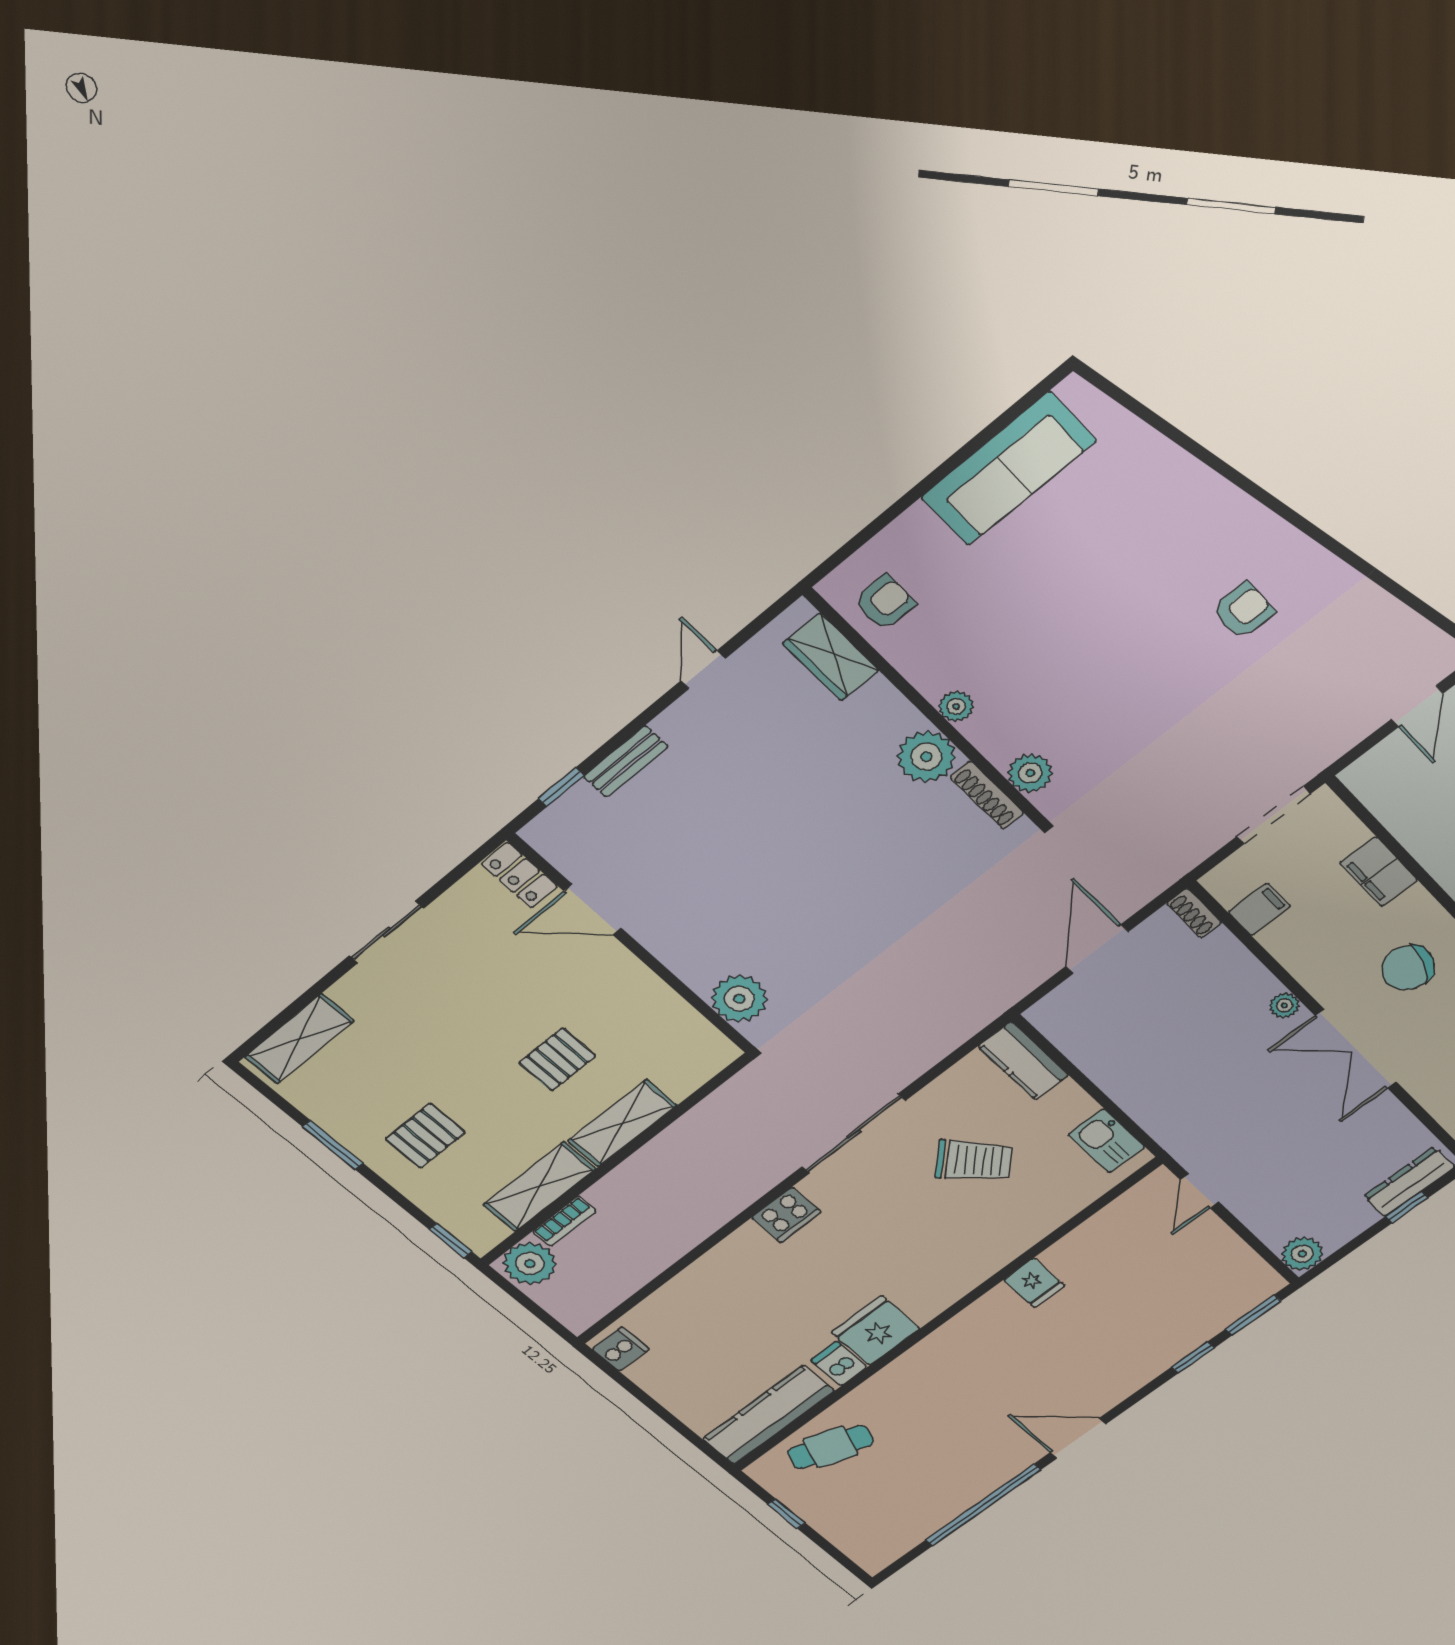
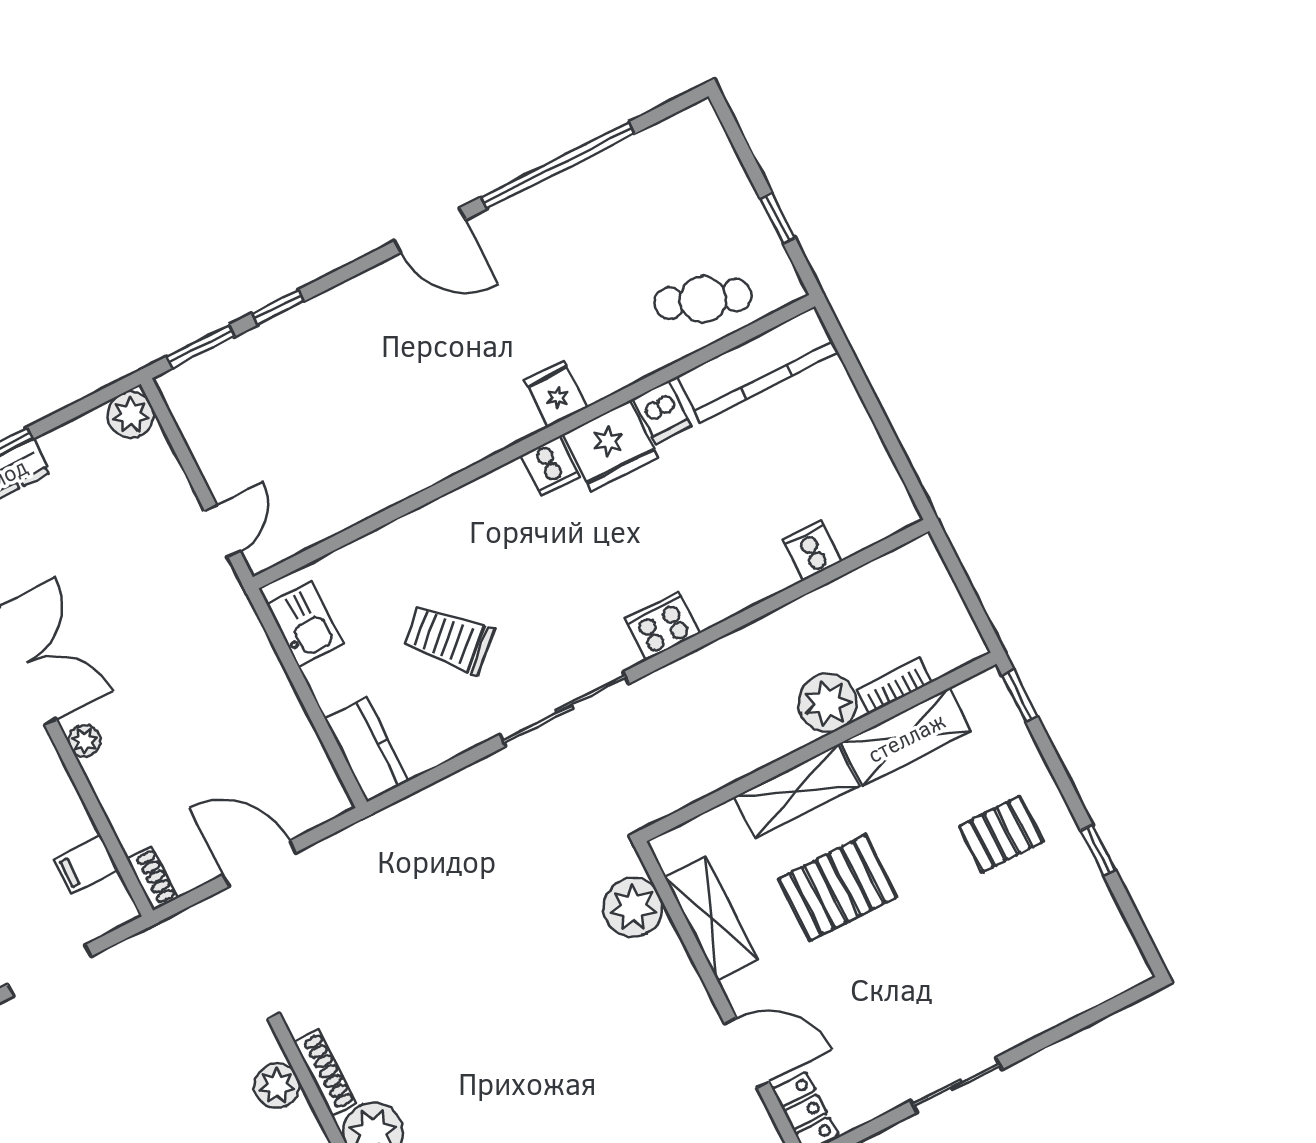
door: (1097, 949) -> (259, 864), swing flipped
shelving: (299, 1039) -> (711, 918), moved, turned 90
pallet: (557, 1059) -> (837, 888), width x1.50, depth x1.42
window: (333, 1145) -> (1098, 850), width x0.67
plant: (530, 1264) -> (827, 703), moved
fridge: (1034, 1283) -> (556, 394), moved
cooker: (923, 1304) -> (550, 466), added
cooker: (621, 1349) -> (812, 551), moved, turned 90

